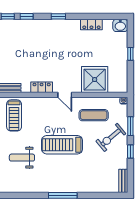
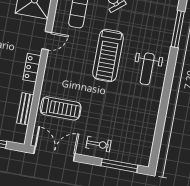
weight bench: (22, 158) -> (147, 69), moved
window: (63, 195) -> (178, 29), moved

